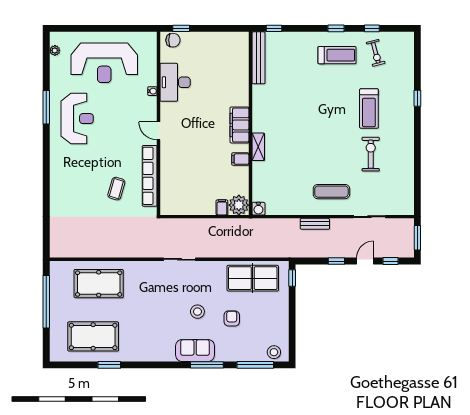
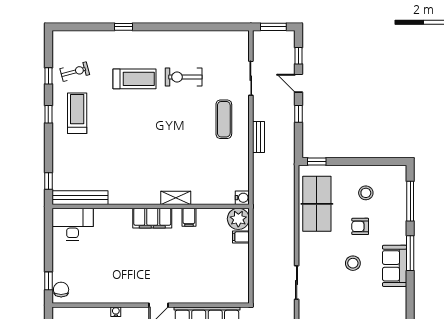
desk: (175, 82) -> (73, 224), moved, turned 180
stool: (274, 352) -> (366, 193), moved

